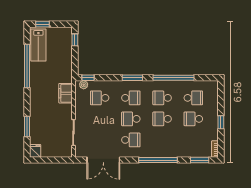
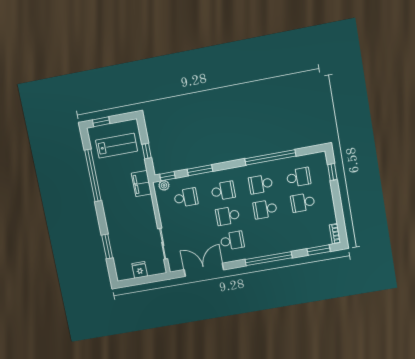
window: (75, 40) -> (147, 151), moved
lab bench: (38, 45) -> (117, 146), moved, turned -90
window: (132, 78) -> (200, 170), moved
filing cabinet: (66, 93) -> (141, 184), moved
school desk: (100, 98) -> (186, 198), turned 180
window: (221, 122) -> (332, 172), moved
fridge: (35, 151) -> (140, 270), moved
double door: (103, 160) -> (204, 270), swing flipped

